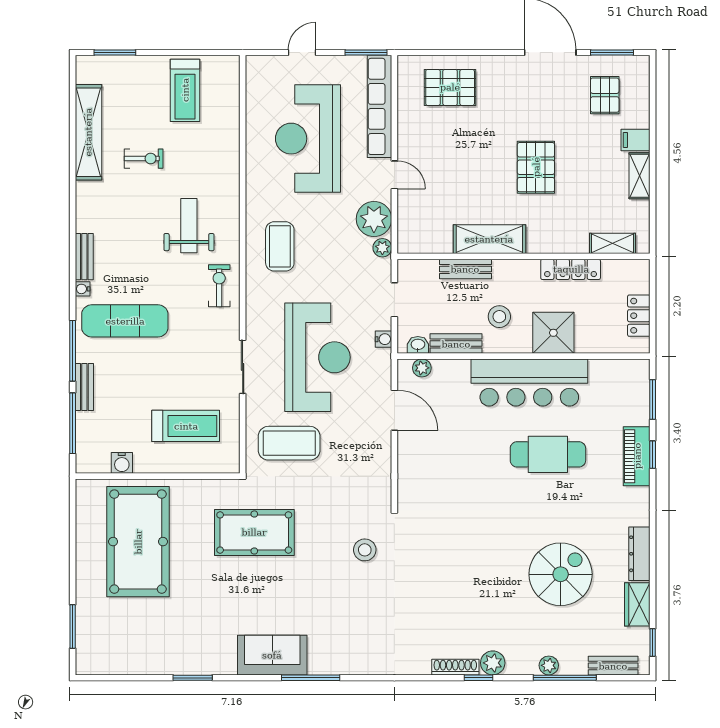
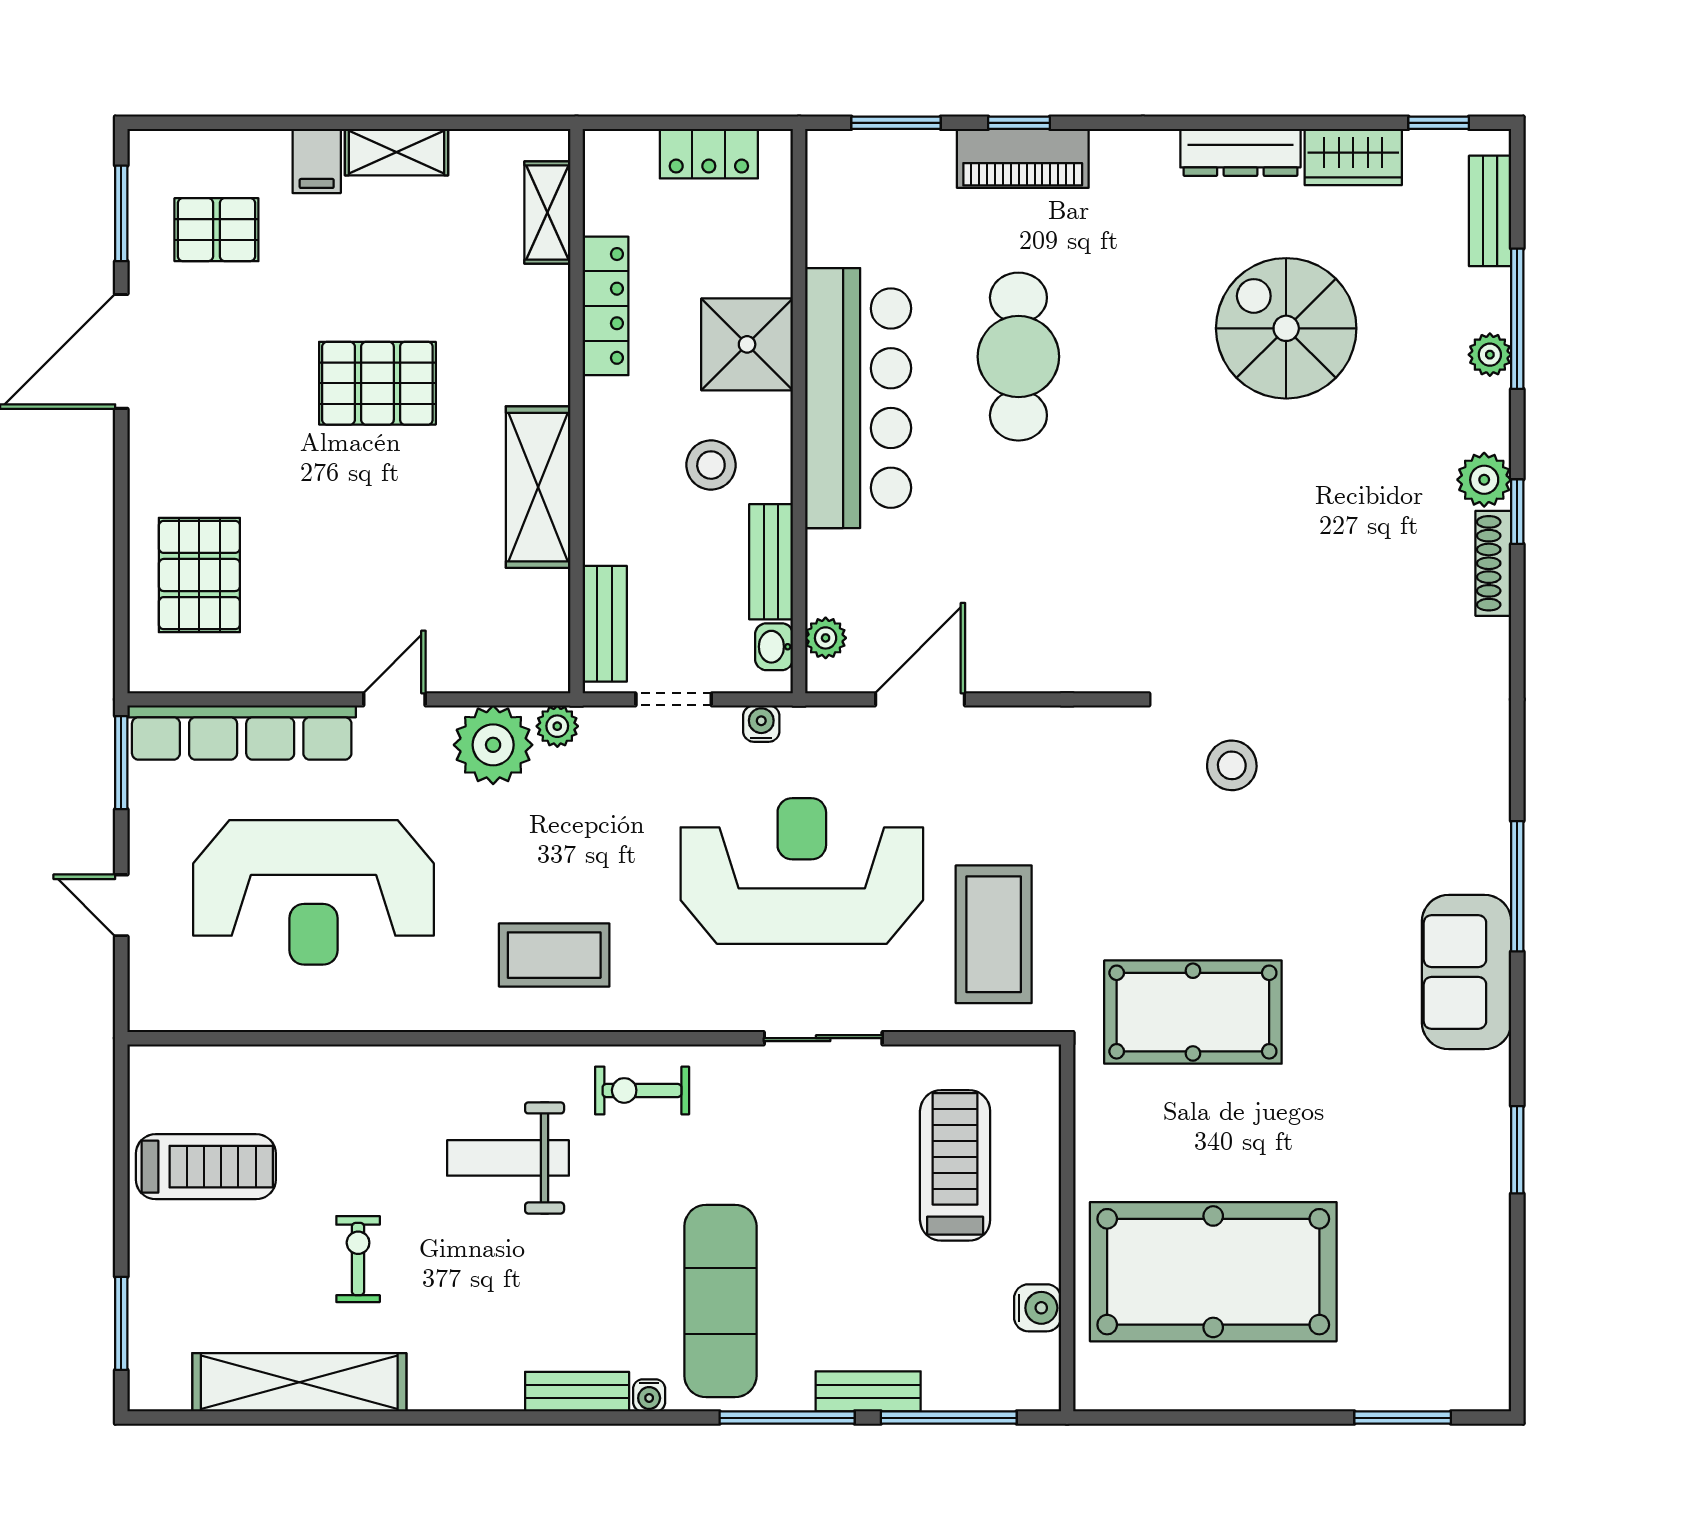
bench: (465, 269) -> (605, 624), moved
pool table: (254, 532) -> (1193, 1012), turned 90

